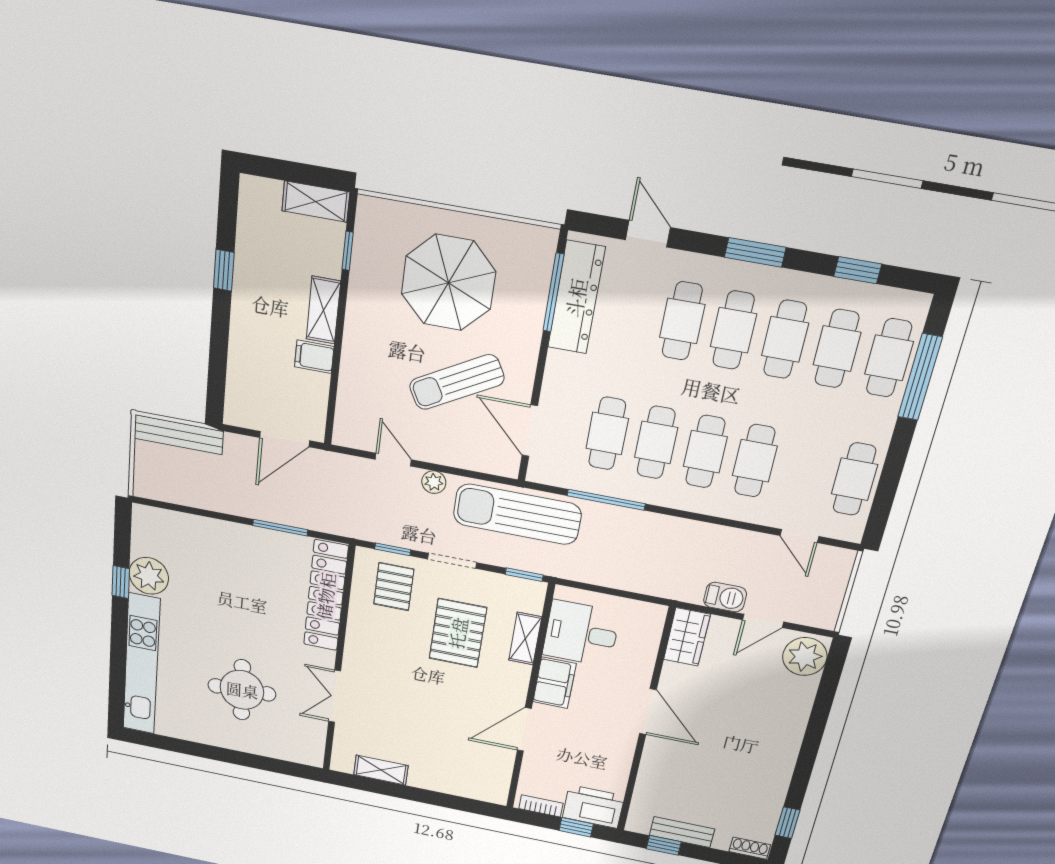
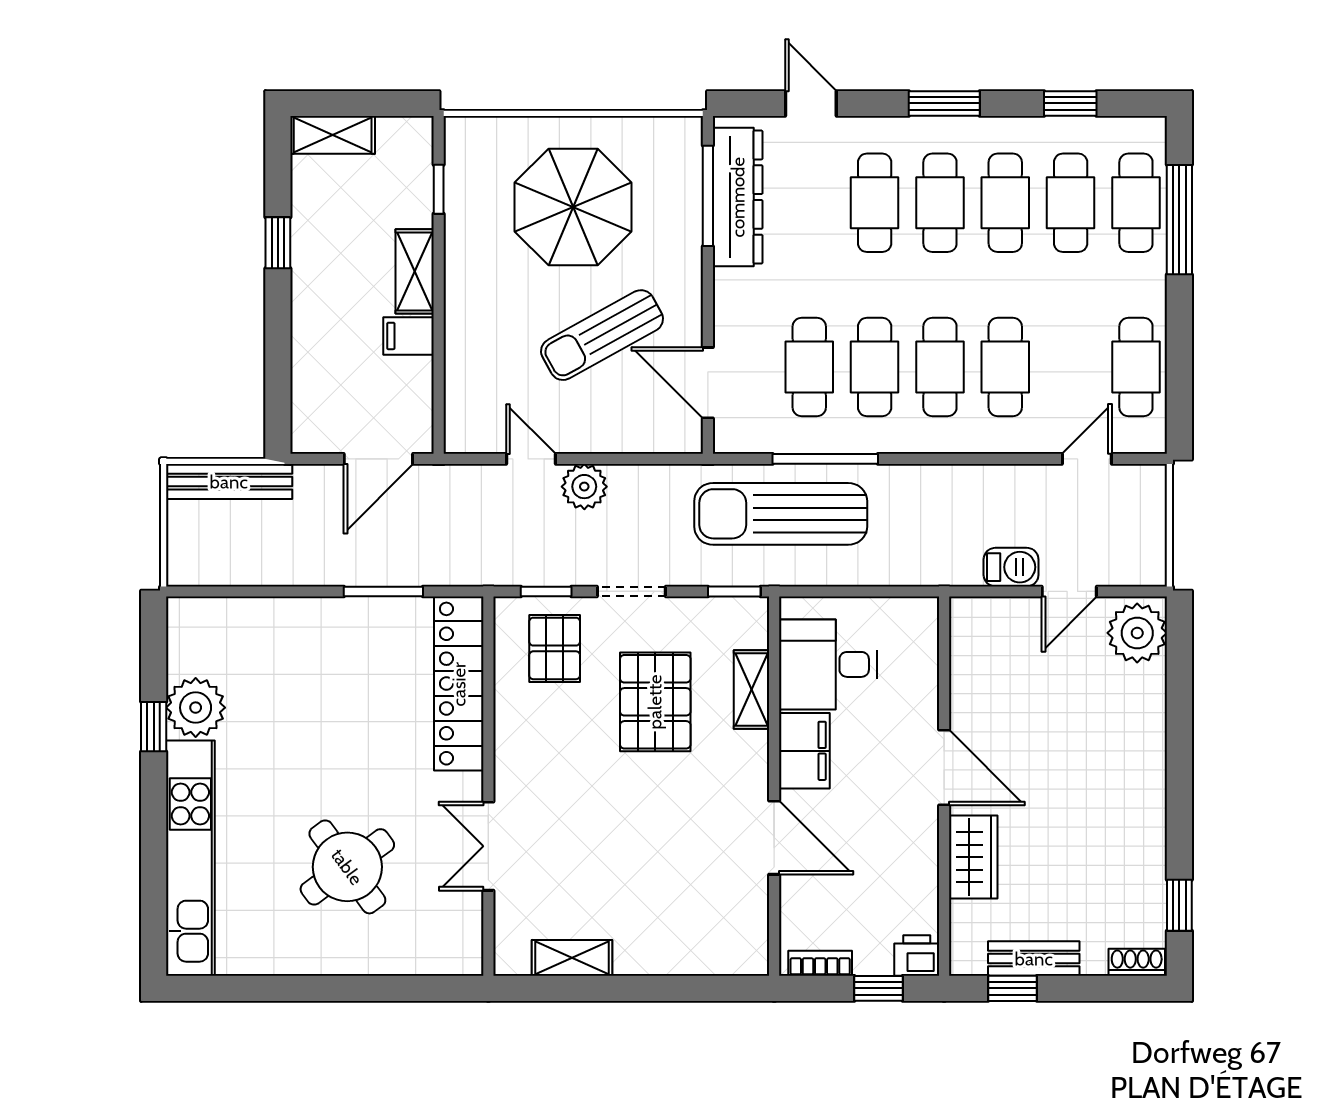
shelving: (316, 202) -> (333, 135), moved
plant: (434, 482) -> (584, 487), width x1.38, depth x1.38
sun lounger: (517, 514) -> (781, 514), moved
door: (799, 536) -> (1087, 459), swing flipped
wardrobe: (687, 637) -> (973, 857), moved
round table: (242, 690) -> (347, 867), turned -33
door: (524, 729) -> (774, 838), swing flipped
printer: (593, 807) -> (917, 956), width x0.53, depth x0.68

